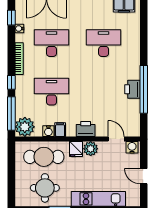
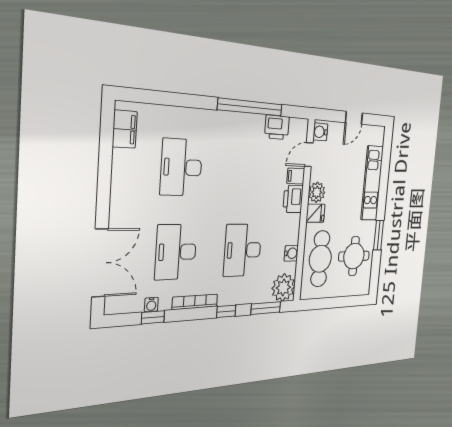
window: (11, 18) -> (153, 317), moved
printer: (133, 89) -> (277, 127), moved
window: (11, 113) -> (266, 308), width x0.69
filing cabinet: (60, 130) -> (296, 176), moved

